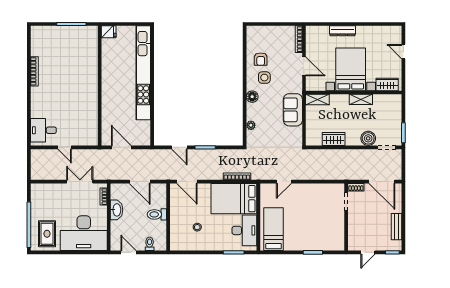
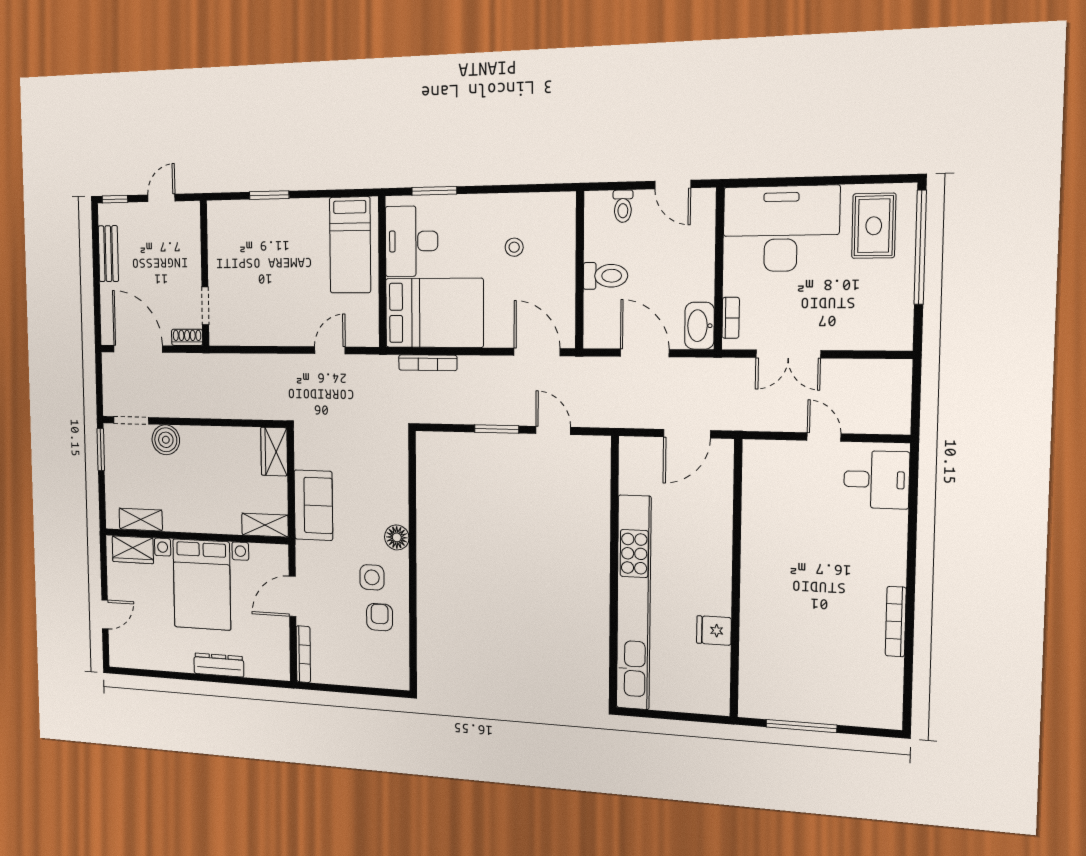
fridge: (109, 32) -> (714, 630), moved
door: (403, 52) -> (105, 614), hinge flipped
door: (304, 66) -> (292, 596), hinge flipped
shelving: (361, 99) -> (141, 520), moved
plant: (251, 125) -> (399, 475), removed
wardrobe: (334, 139) -> (274, 452), moved, turned 90
door: (121, 147) -> (687, 434), hinge flipped
washbasin: (117, 210) -> (699, 326), moved

